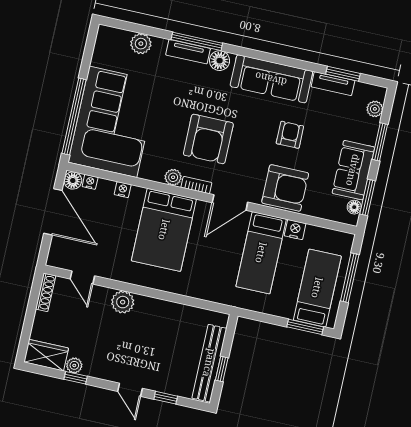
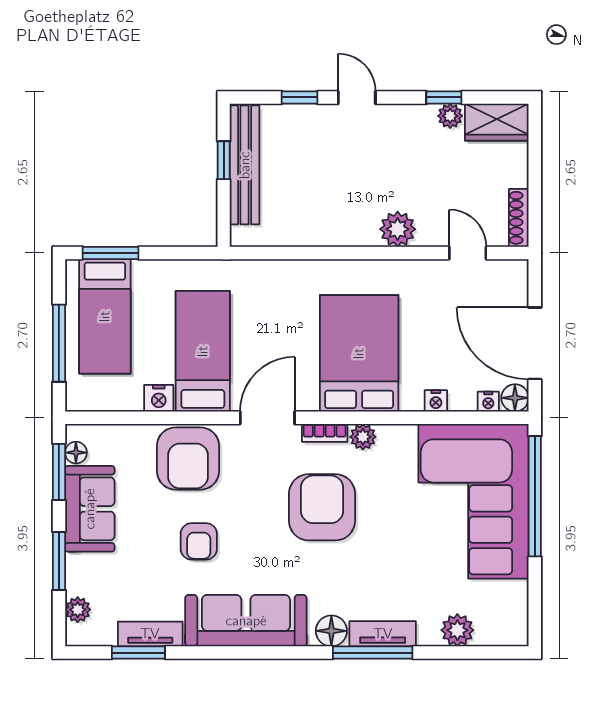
armchair: (285, 188) -> (188, 458), turned -90

